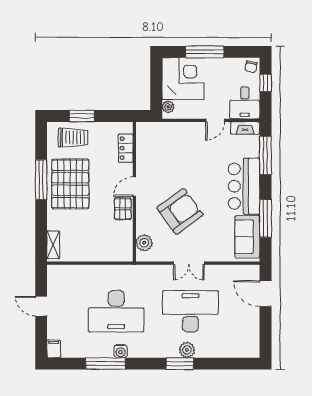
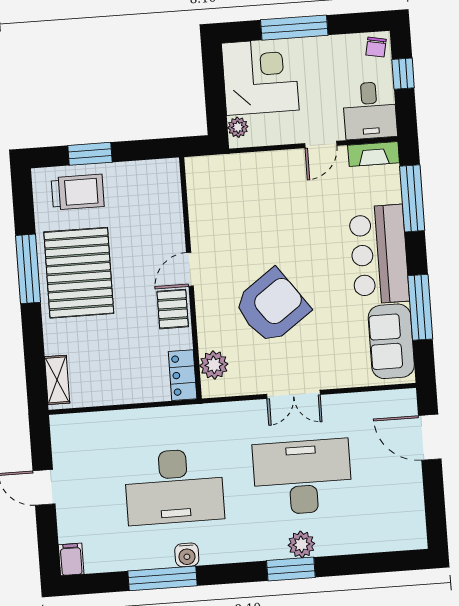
locker: (126, 148) -> (183, 375), moved

